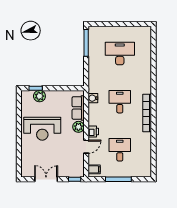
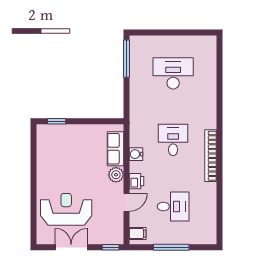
plant: (39, 96) -> (62, 132), removed
water cooler: (93, 98) -> (136, 154), moved
reception desk: (42, 129) -> (66, 209), moved, turned 180
desk: (120, 150) -> (173, 206), turned 90

